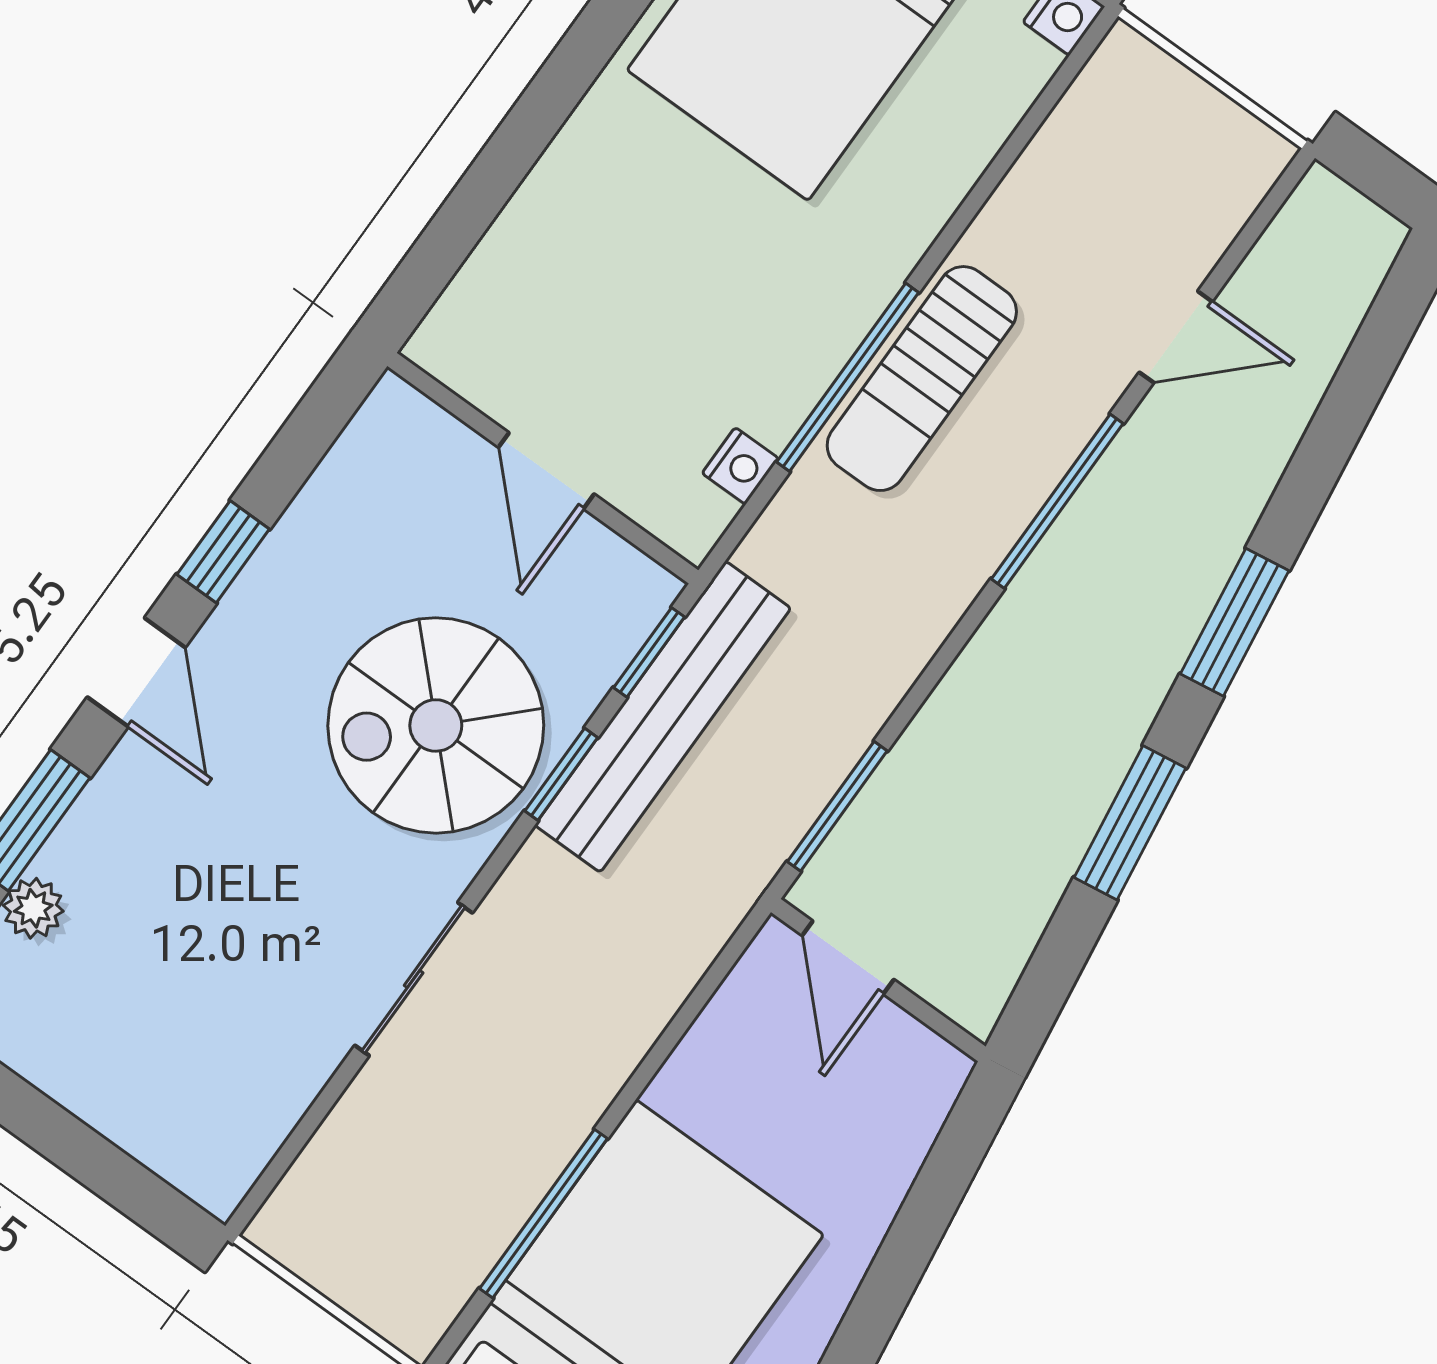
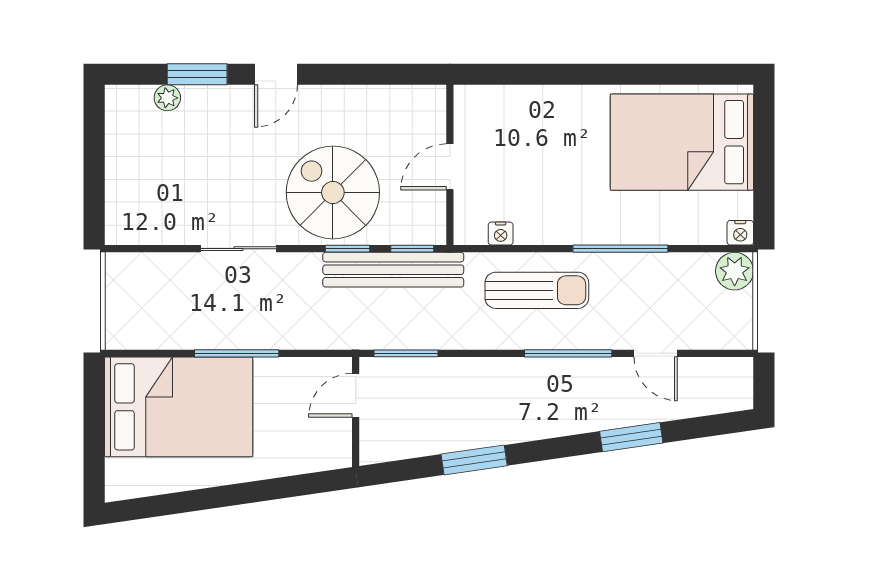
plant: (1128, 77) -> (735, 271), added
window: (848, 377) -> (620, 249), moved
sun lounger: (922, 379) -> (537, 290), moved, turned 180
window: (223, 552) -> (340, 74), removed
window: (1235, 622) -> (631, 437), moved
window: (544, 1214) -> (237, 353), moved

